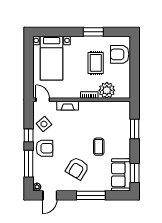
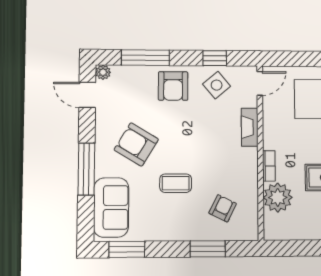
armchair: (113, 121) -> (223, 208), added
window: (29, 135) -> (215, 58), moved
sofa: (121, 175) -> (111, 207), moved, turned 90

